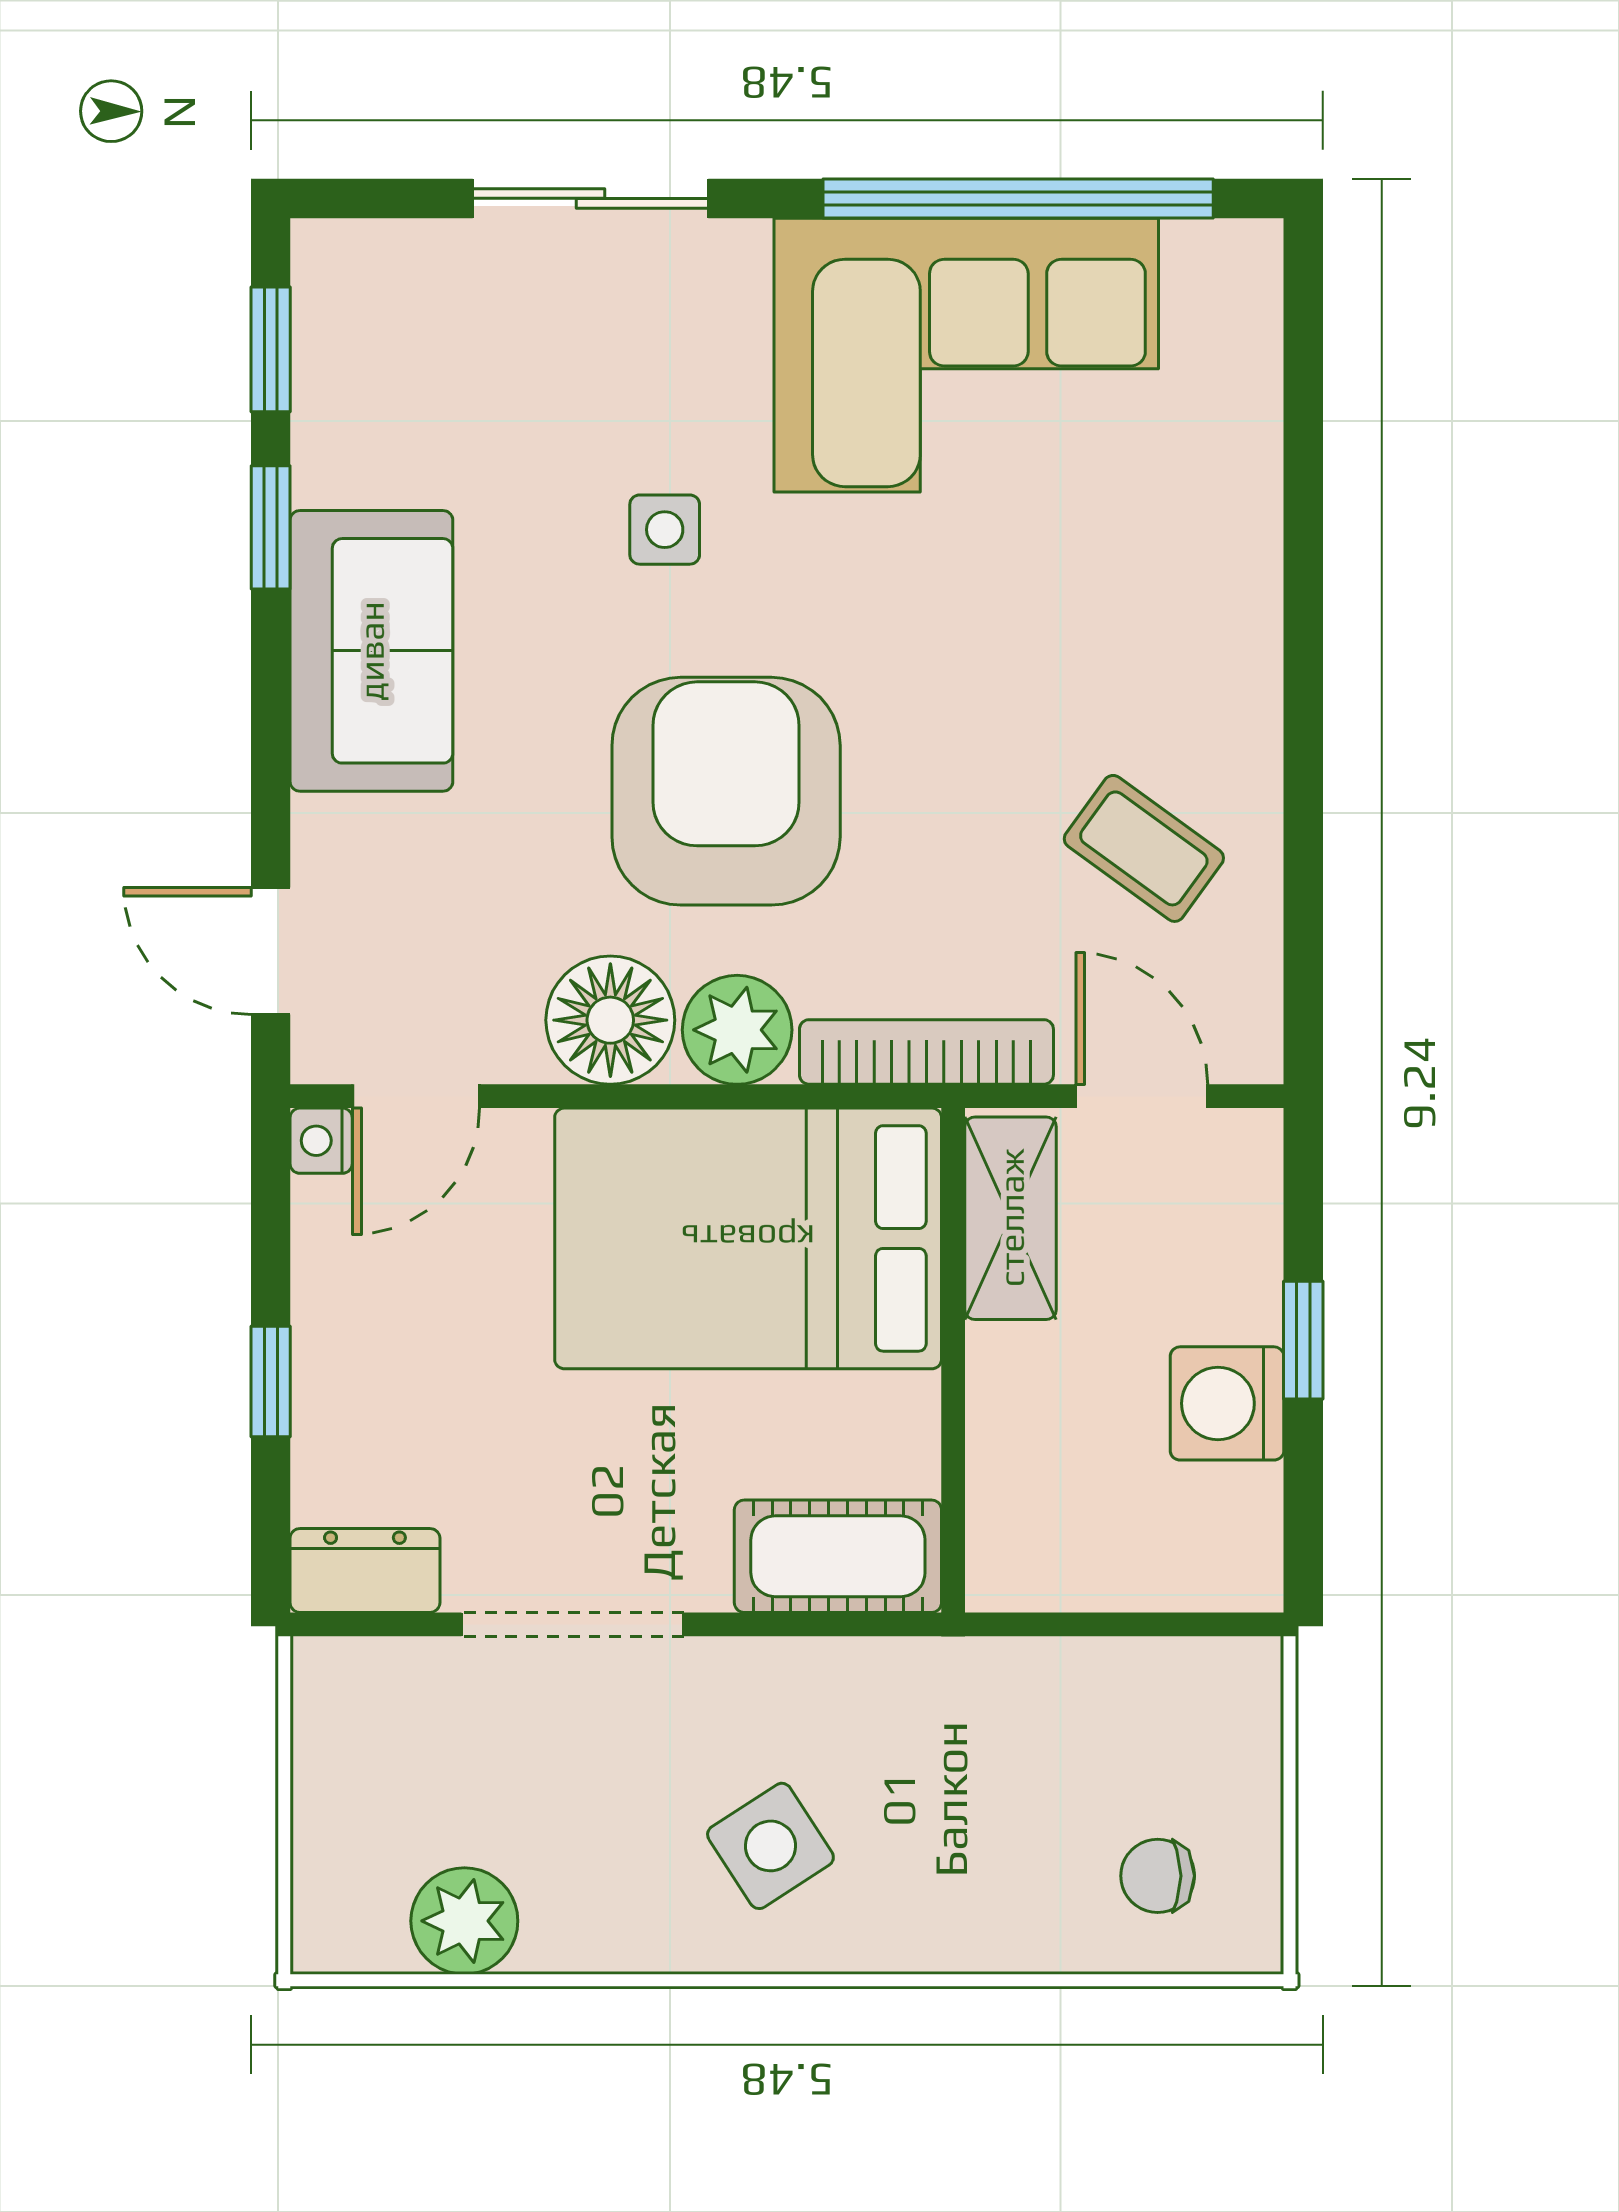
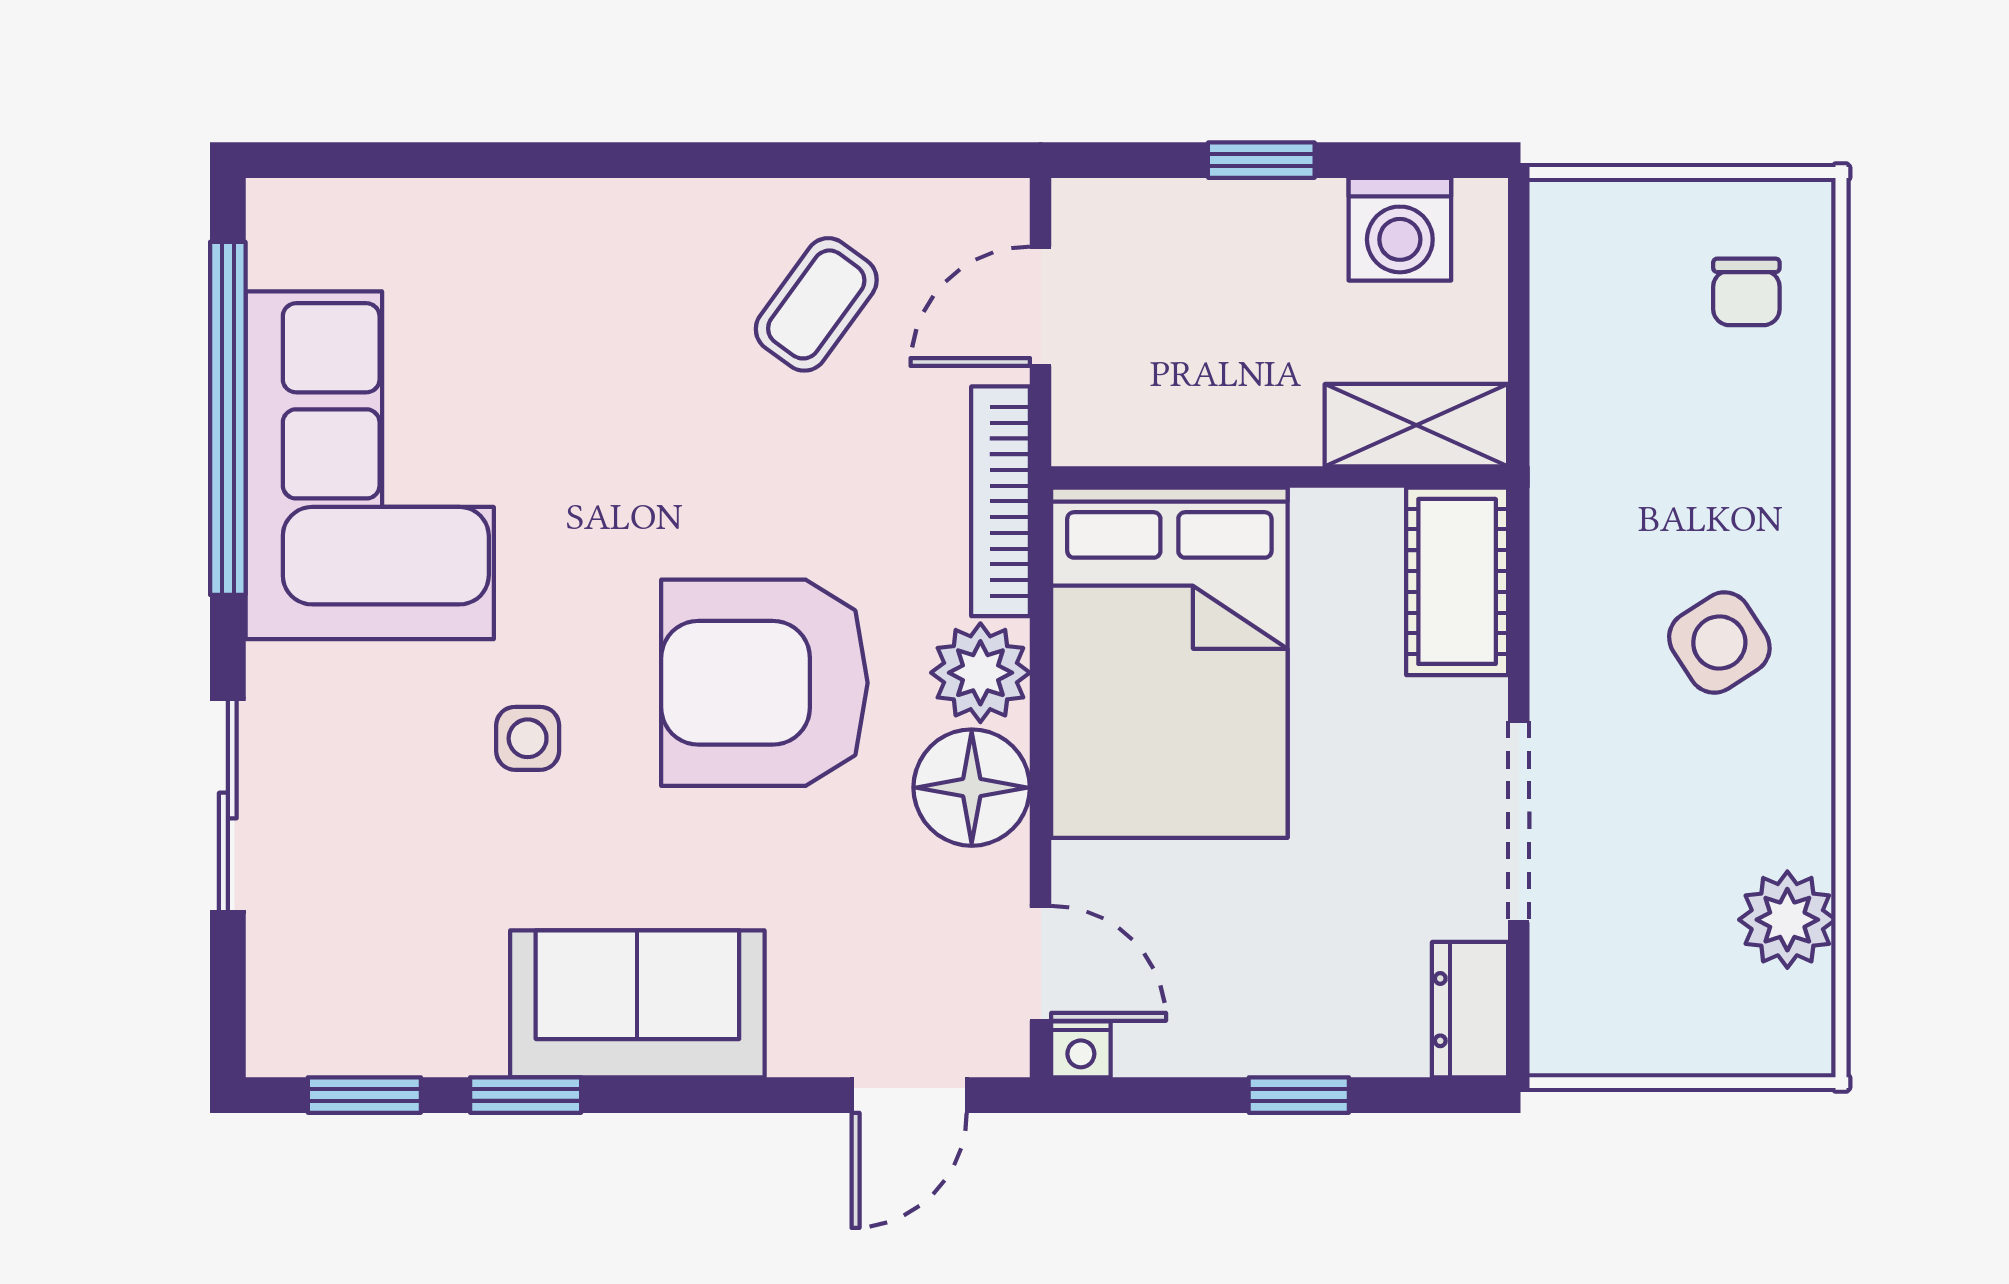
shelving: (1011, 1218) -> (1416, 425), moved
washing machine: (1227, 1403) -> (1400, 229), moved

